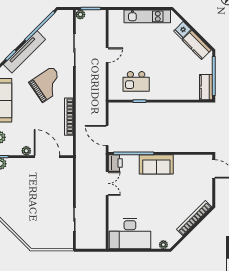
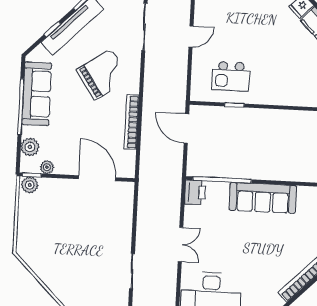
door: (107, 135) -> (186, 129), moved
plant: (26, 151) -> (47, 167), moved
sofa: (156, 164) -> (263, 198), width x1.36
double door: (107, 183) -> (181, 245), moved

